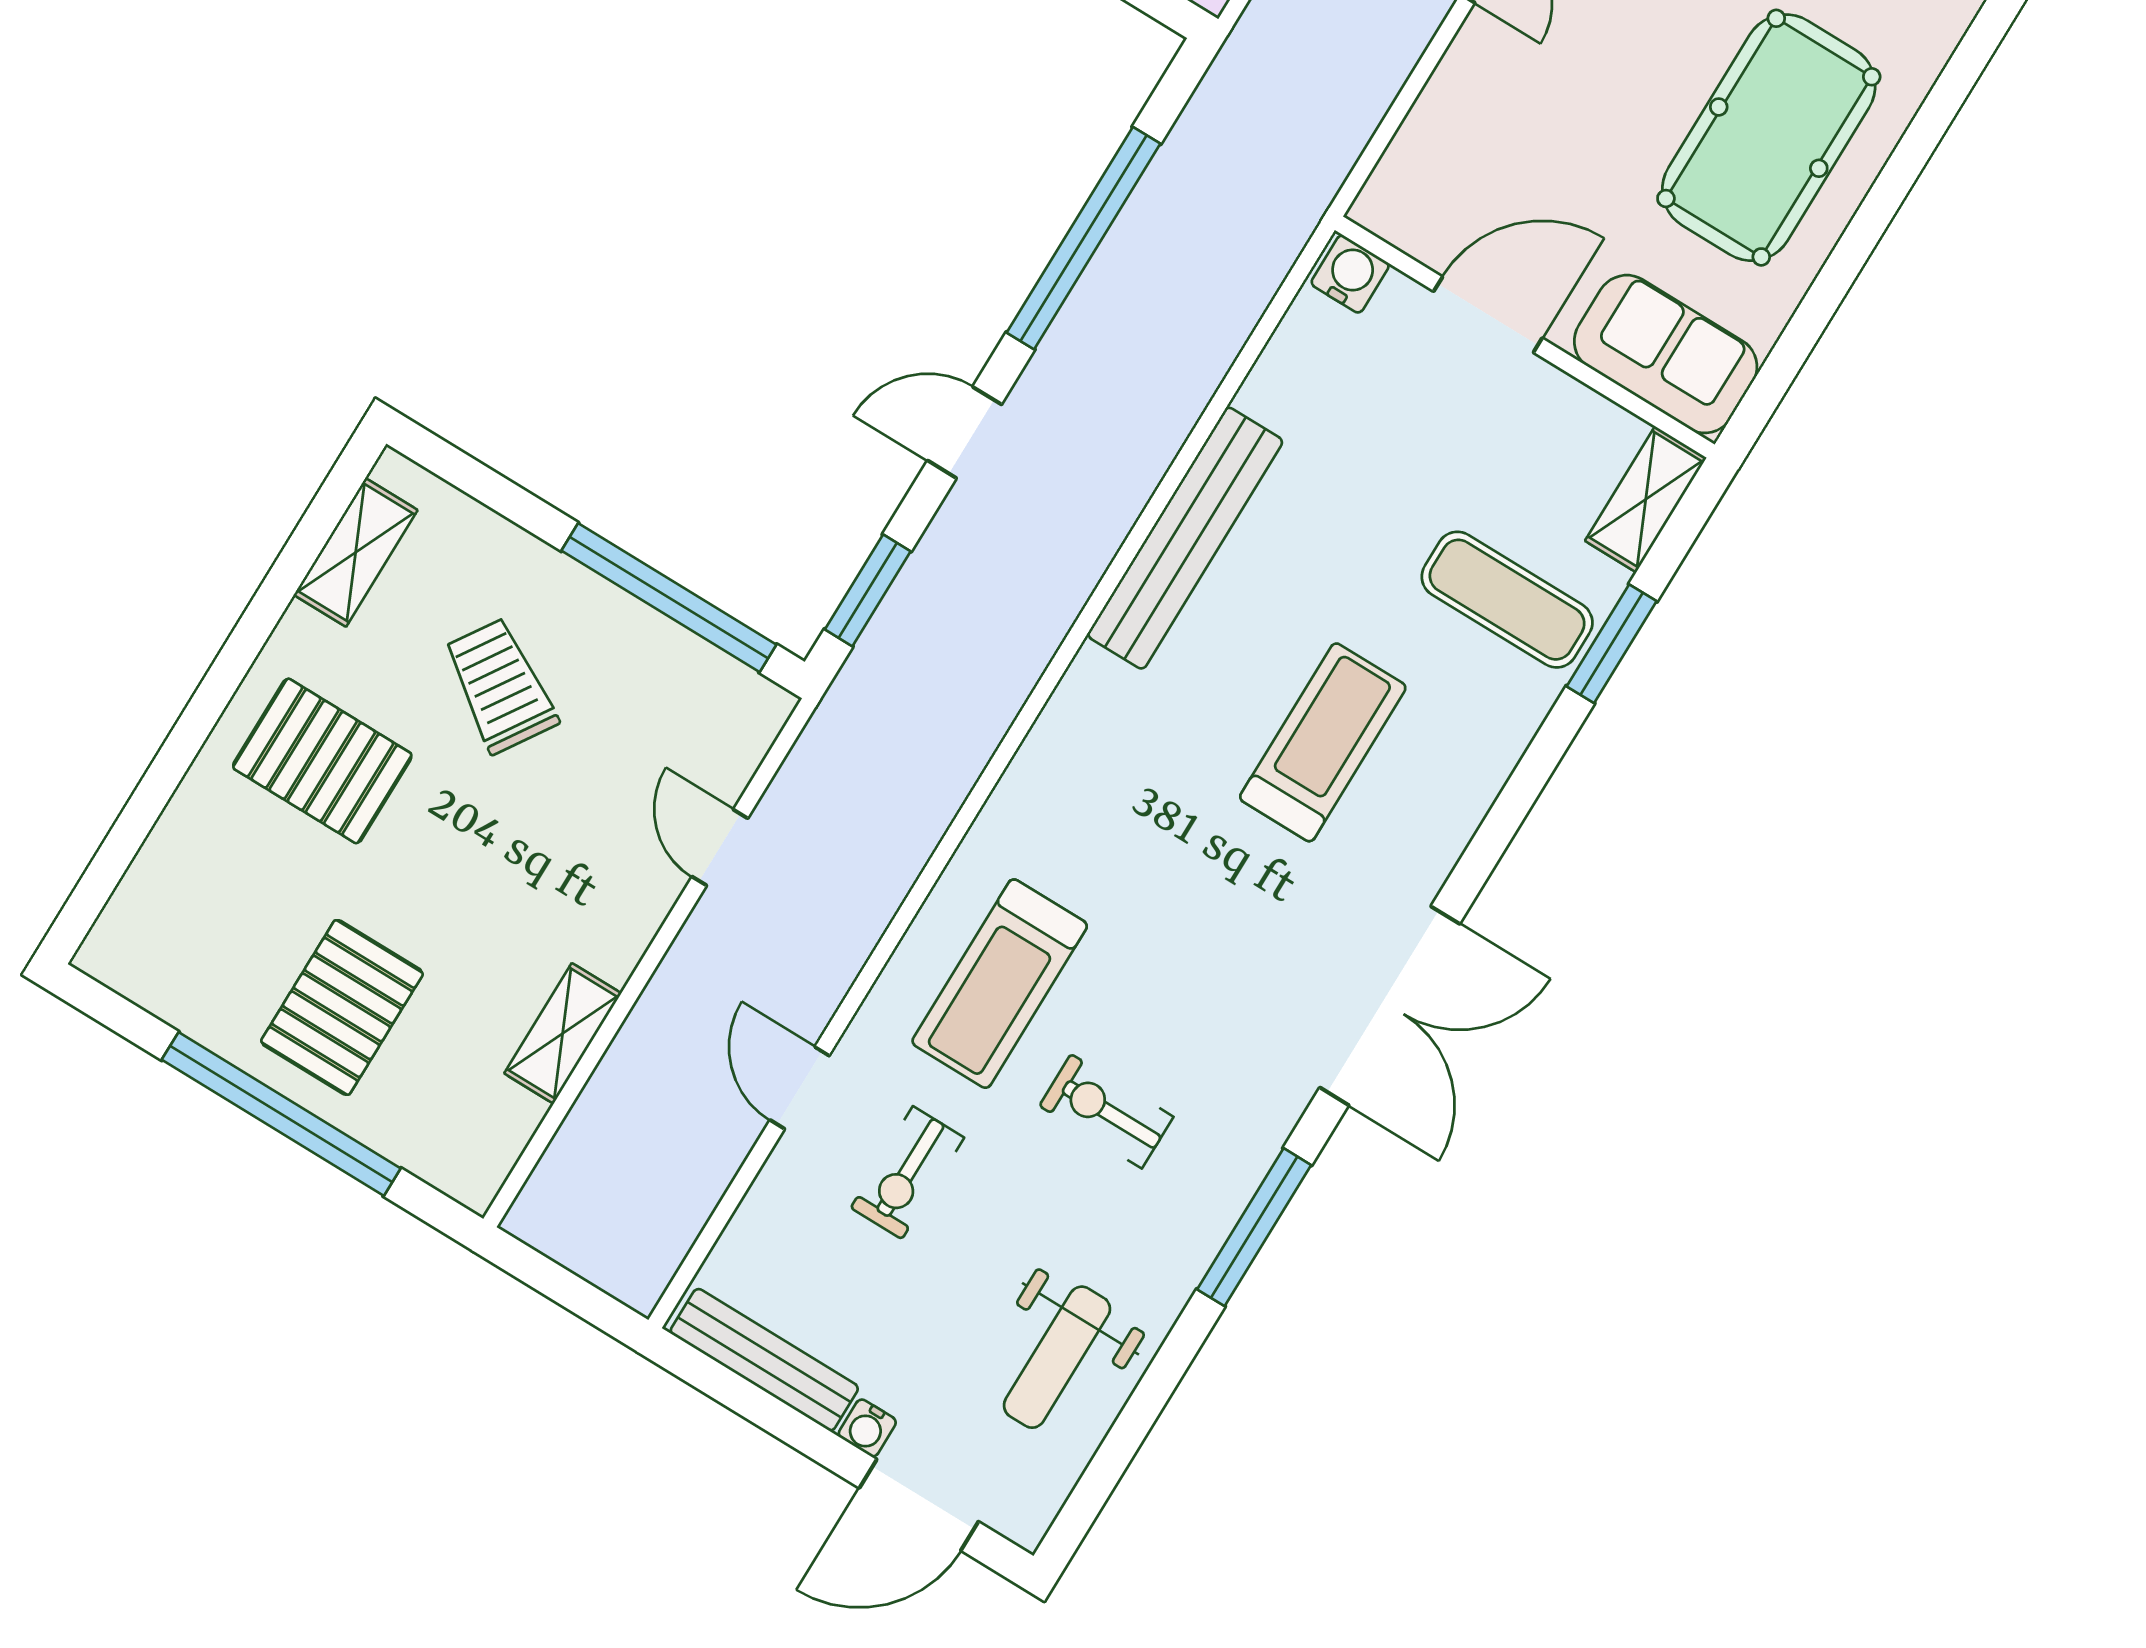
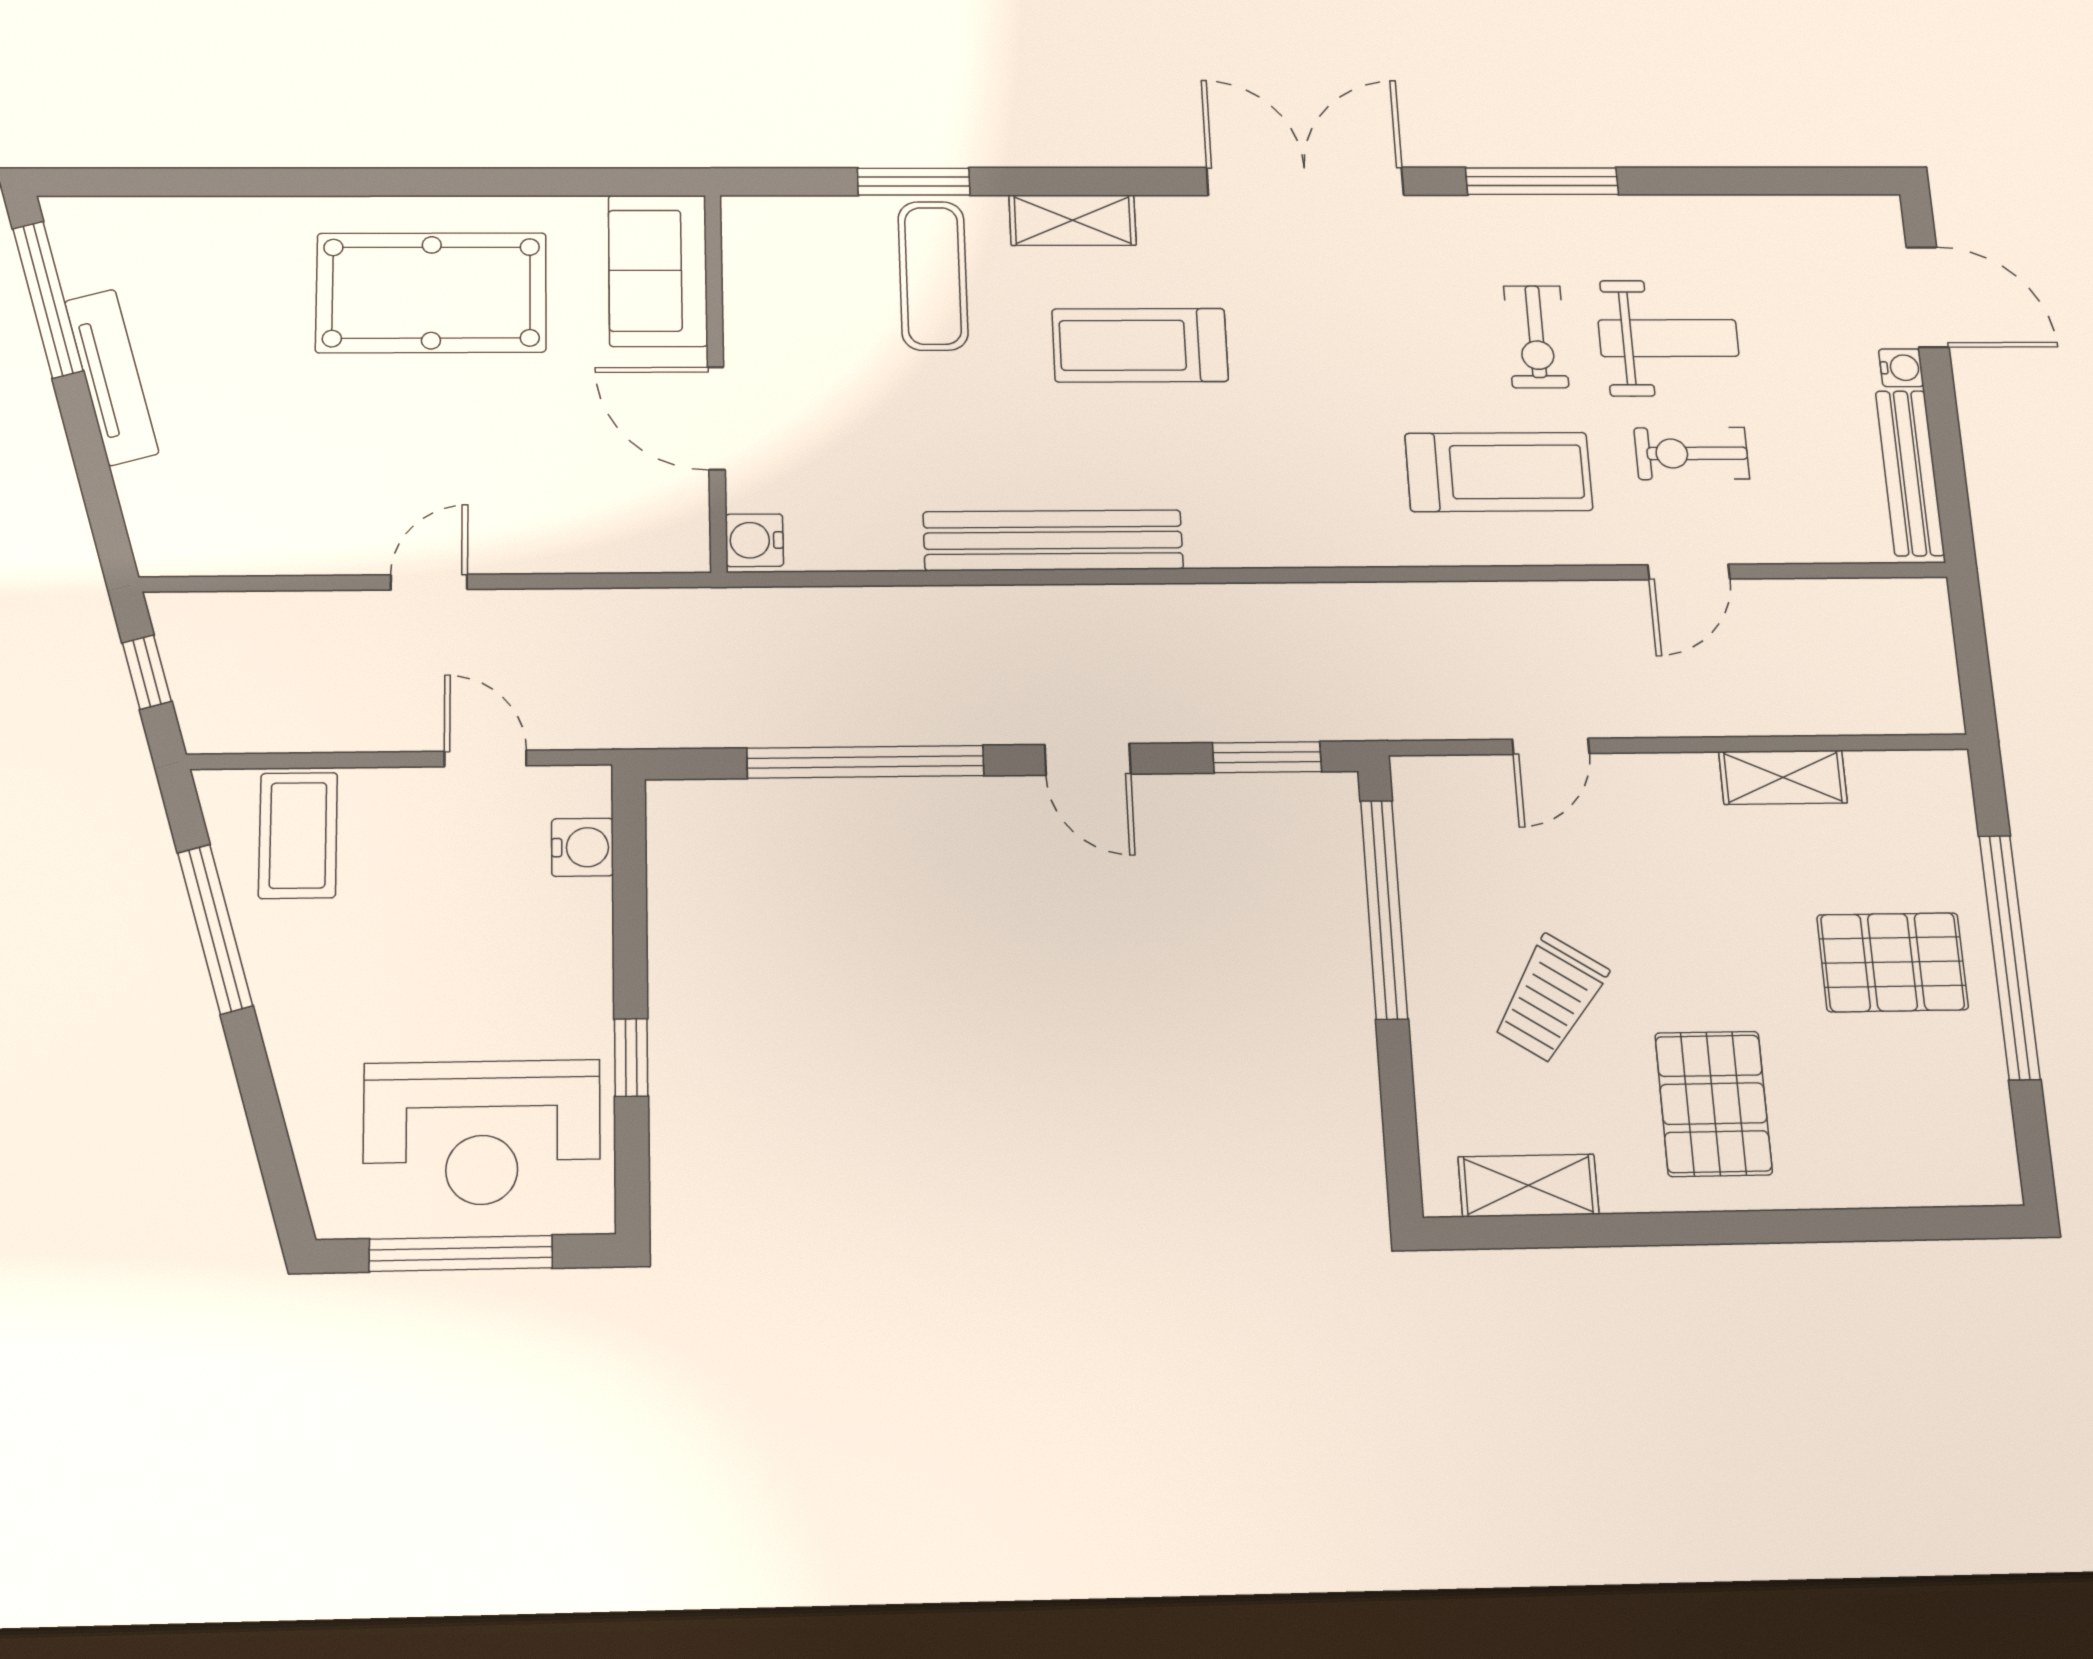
shelving: (1646, 499) -> (1073, 220), moved
exercise bike: (907, 1173) -> (1692, 453), turned 180
weight bench: (1057, 1357) -> (1668, 338), moved

